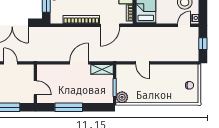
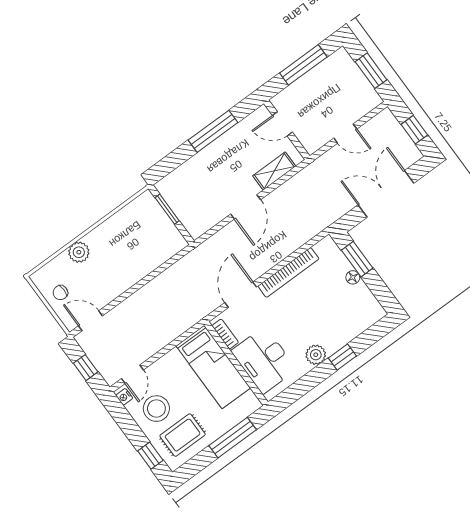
door: (143, 63) -> (90, 321), moved
shelving: (102, 69) -> (274, 171), moved
plant: (122, 97) -> (79, 252), moved

